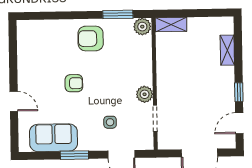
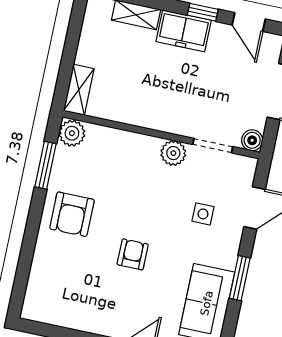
freezer: (224, 83) -> (184, 31), added
boiler: (164, 143) -> (252, 140), added

